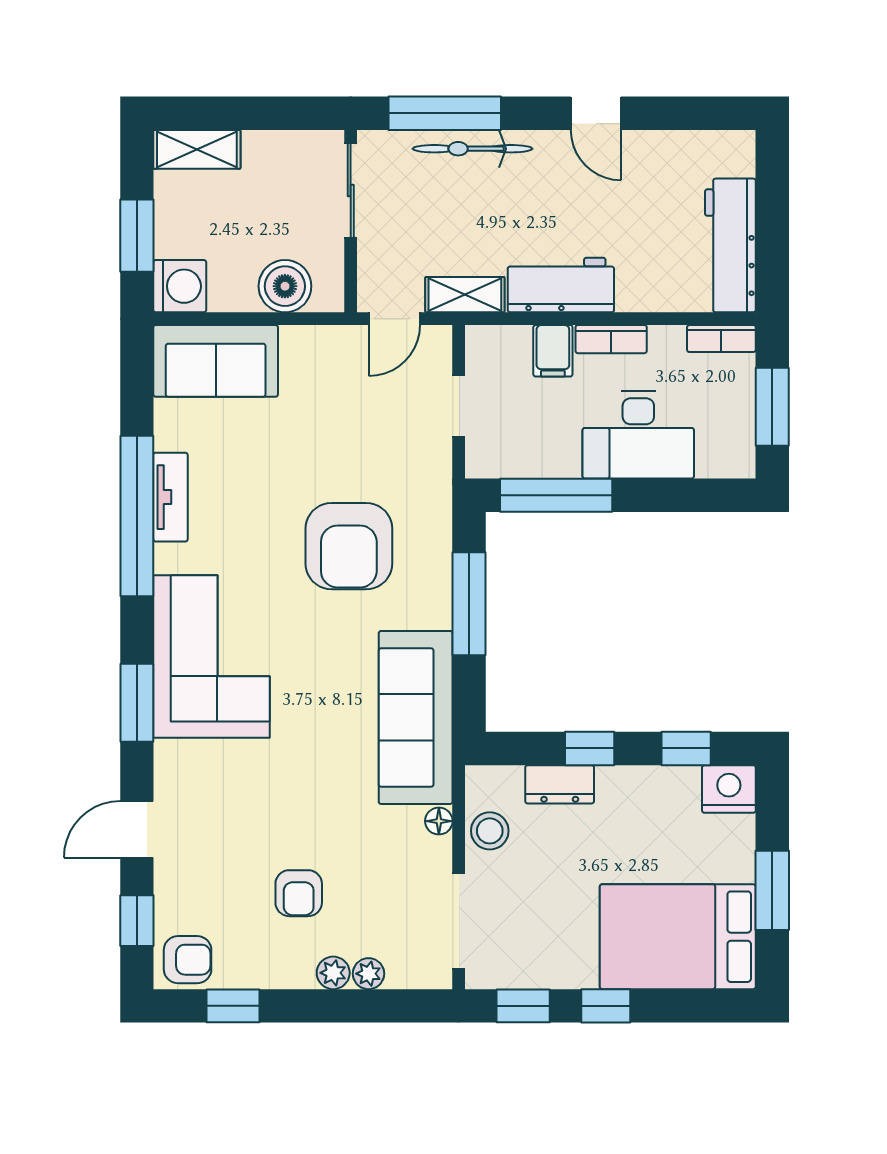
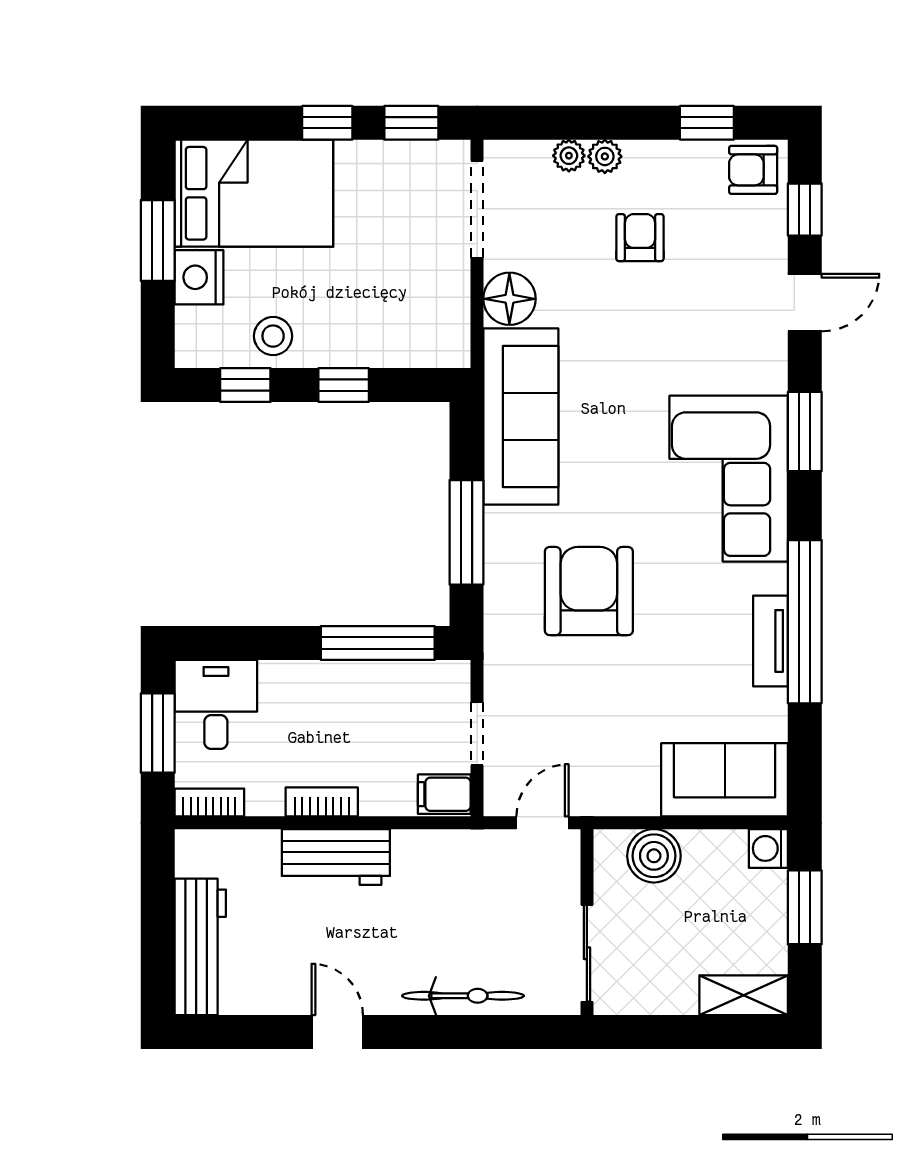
window: (445, 113) -> (491, 1032), removed
workbench: (730, 245) -> (200, 947), moved
workbench: (561, 285) -> (336, 857), moved
washing machine: (180, 286) -> (768, 848), width x0.73, depth x0.73
shelving: (465, 295) -> (471, 847), removed
filing cabinet: (553, 351) -> (444, 794), moved, turned -90
desk: (638, 435) -> (216, 704), moved, width x0.73
dresser: (560, 784) -> (374, 348), removed
nightstand: (729, 789) -> (199, 277), moved, turned 90
floor lamp: (439, 821) -> (509, 299), width x1.89, depth x1.89
stool: (490, 831) -> (273, 336), moved

